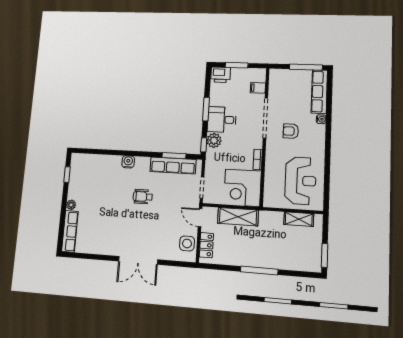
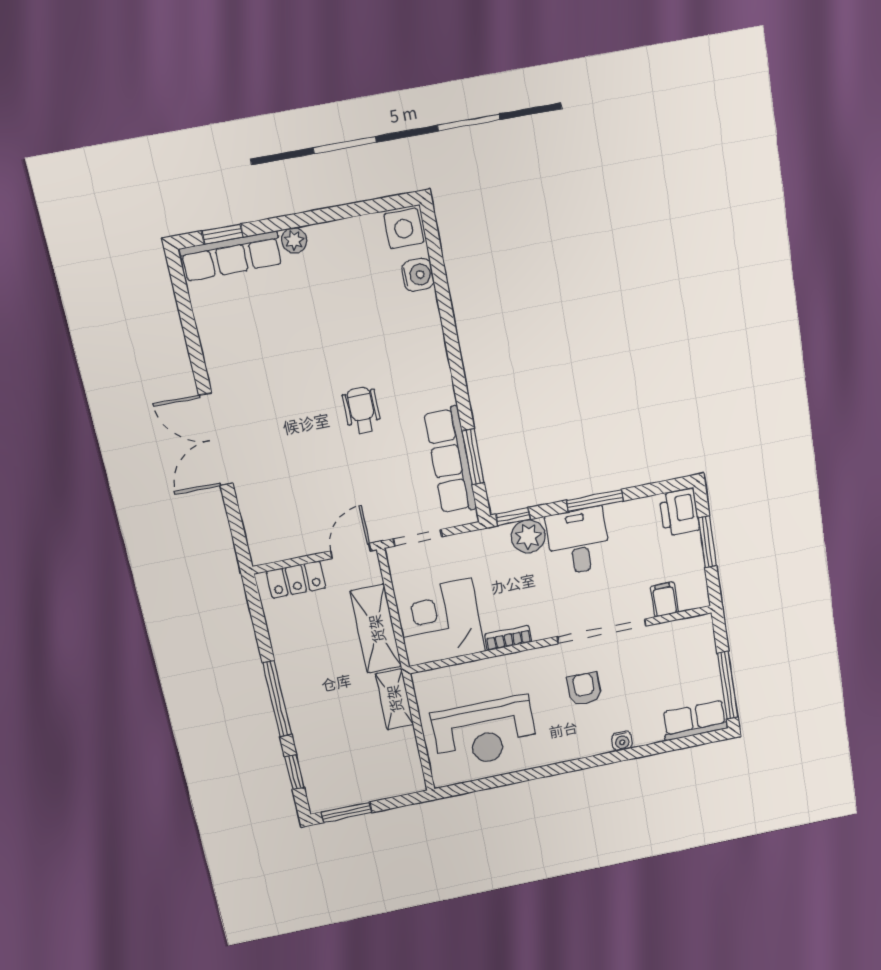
row of seats: (319, 92) -> (695, 721), width x0.68
water cooler: (128, 162) -> (418, 275), moved
window: (67, 175) -> (223, 234), moved
shelving: (299, 219) -> (394, 699), moved
side table: (187, 243) -> (404, 229), moved
window: (298, 274) -> (294, 772), added

